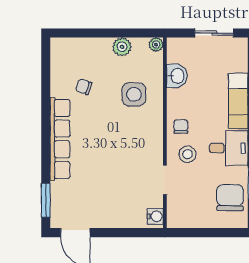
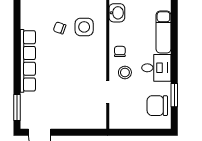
chair: (84, 87) -> (60, 28), moved
chair: (230, 198) -> (157, 106), turned -90
water cooler: (155, 216) -> (100, 120), removed

